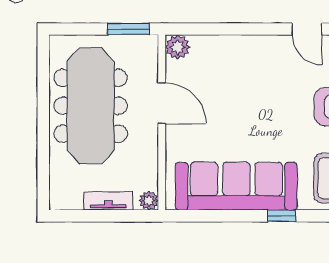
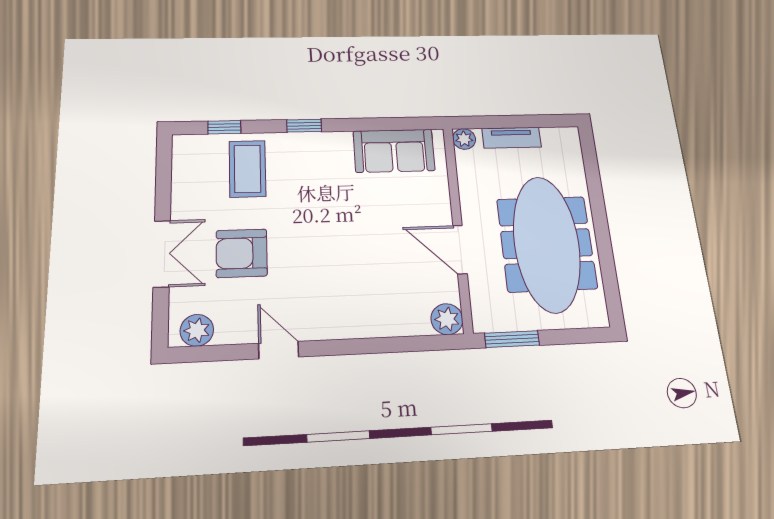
sofa: (236, 186) -> (394, 151), width x0.54, depth x0.79

